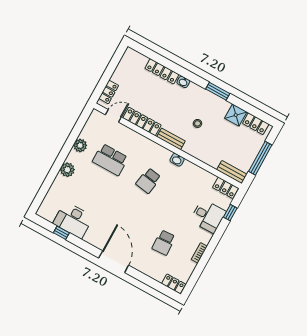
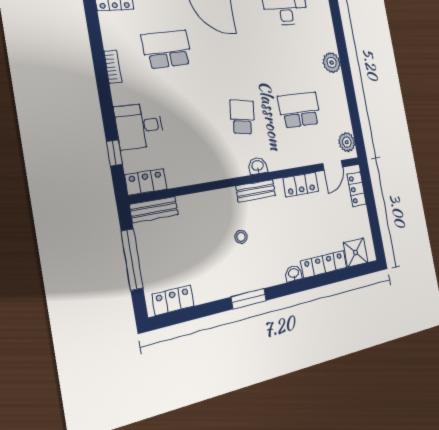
shower: (236, 115) -> (356, 252), moved
locker: (142, 122) -> (301, 185), width x0.66
plant: (80, 145) -> (347, 142), moved
washbasin: (177, 160) -> (258, 166), moved
school desk: (164, 243) -> (167, 49), width x1.85

